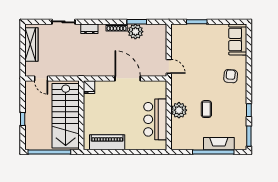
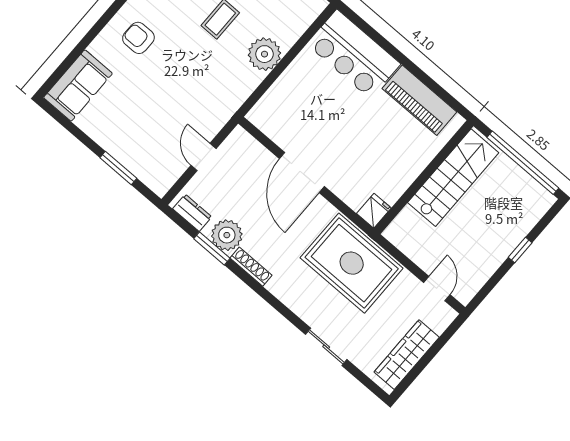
dresser: (89, 29) -> (192, 213), moved
rug: (81, 61) -> (352, 263), added
door: (169, 66) -> (204, 157), moved
armchair: (231, 76) -> (138, 38), turned 85
stairs: (66, 116) -> (453, 178), width x0.73, depth x0.66
bar counter: (155, 119) -> (354, 54), moved, turned 90

